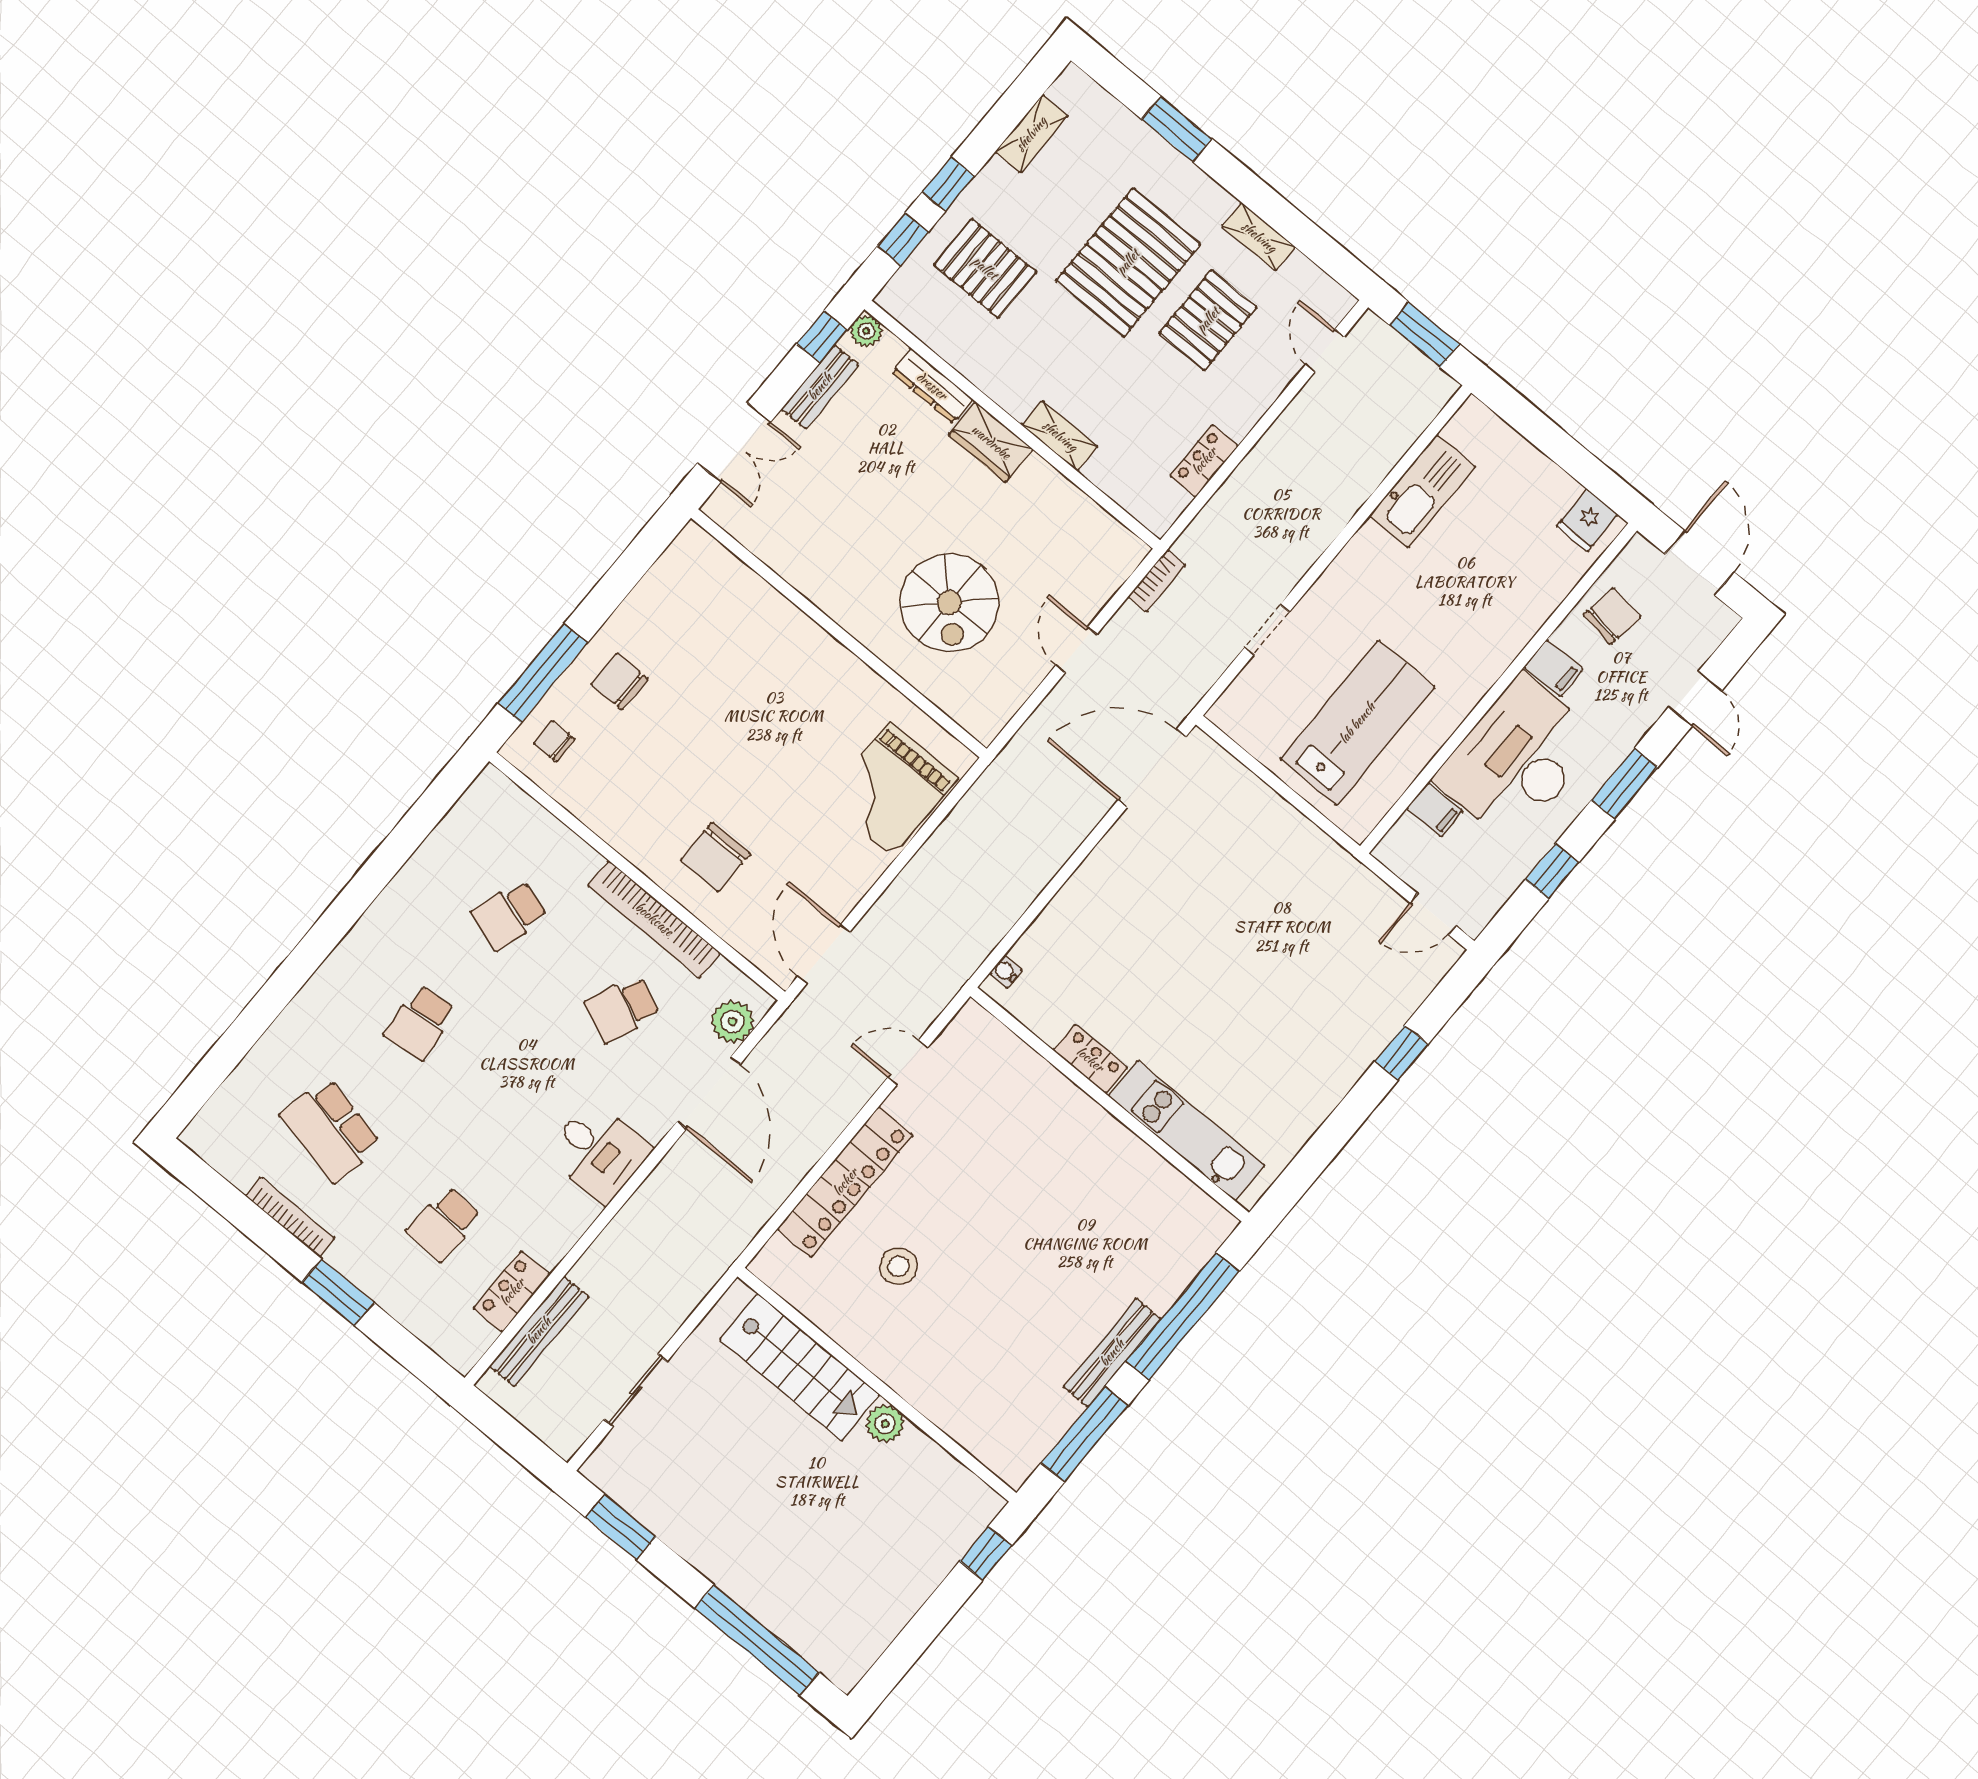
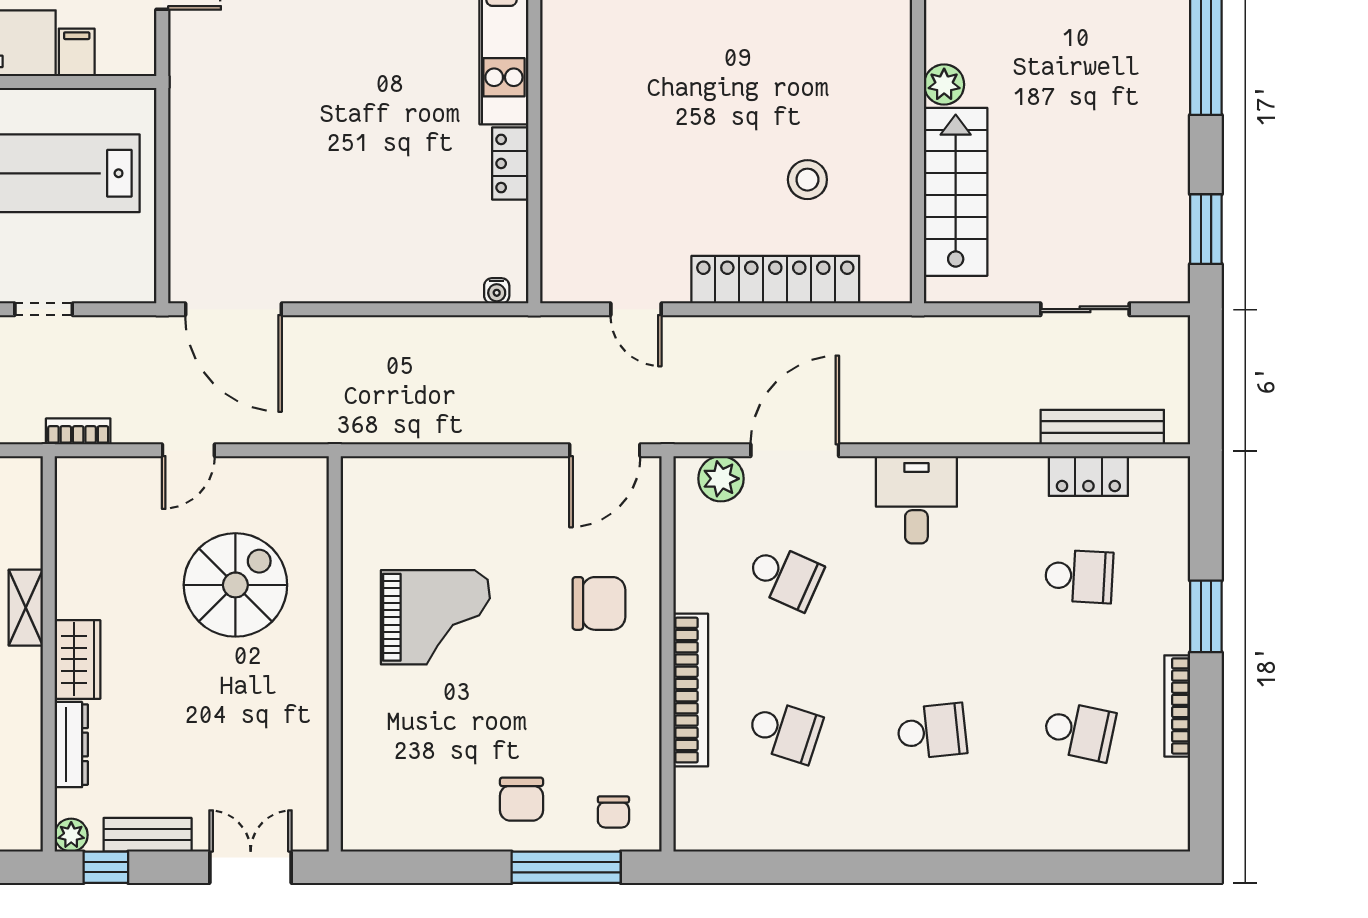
grand piano: (891, 789) -> (435, 617), moved
bookcase: (654, 919) -> (691, 690), moved
school desk: (331, 1130) -> (1079, 731), width x0.54

